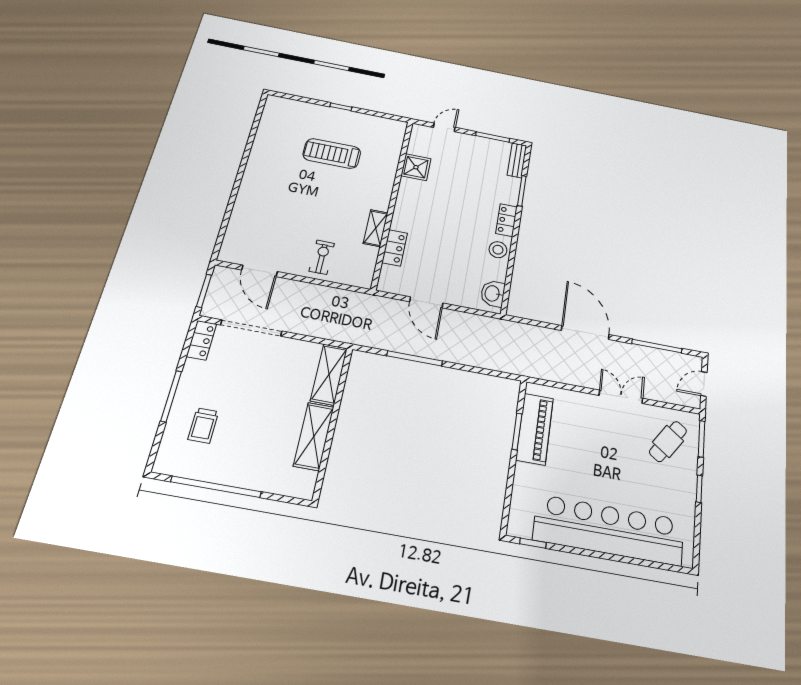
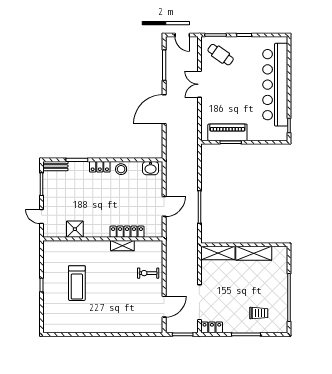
locker: (395, 248) -> (127, 232), width x1.53

